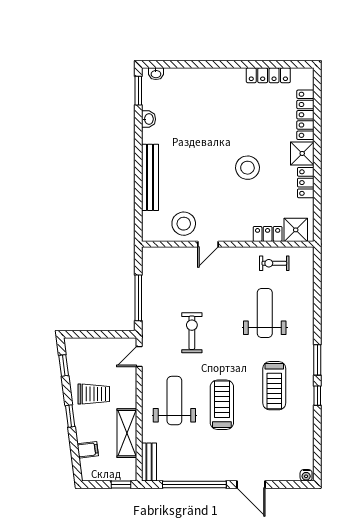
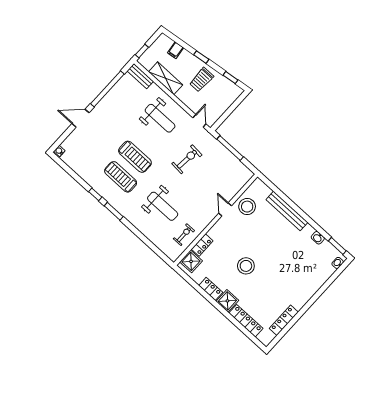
exercise bike: (192, 333) -> (187, 159), turned -85
treadmill: (222, 405) -> (135, 157), moved

